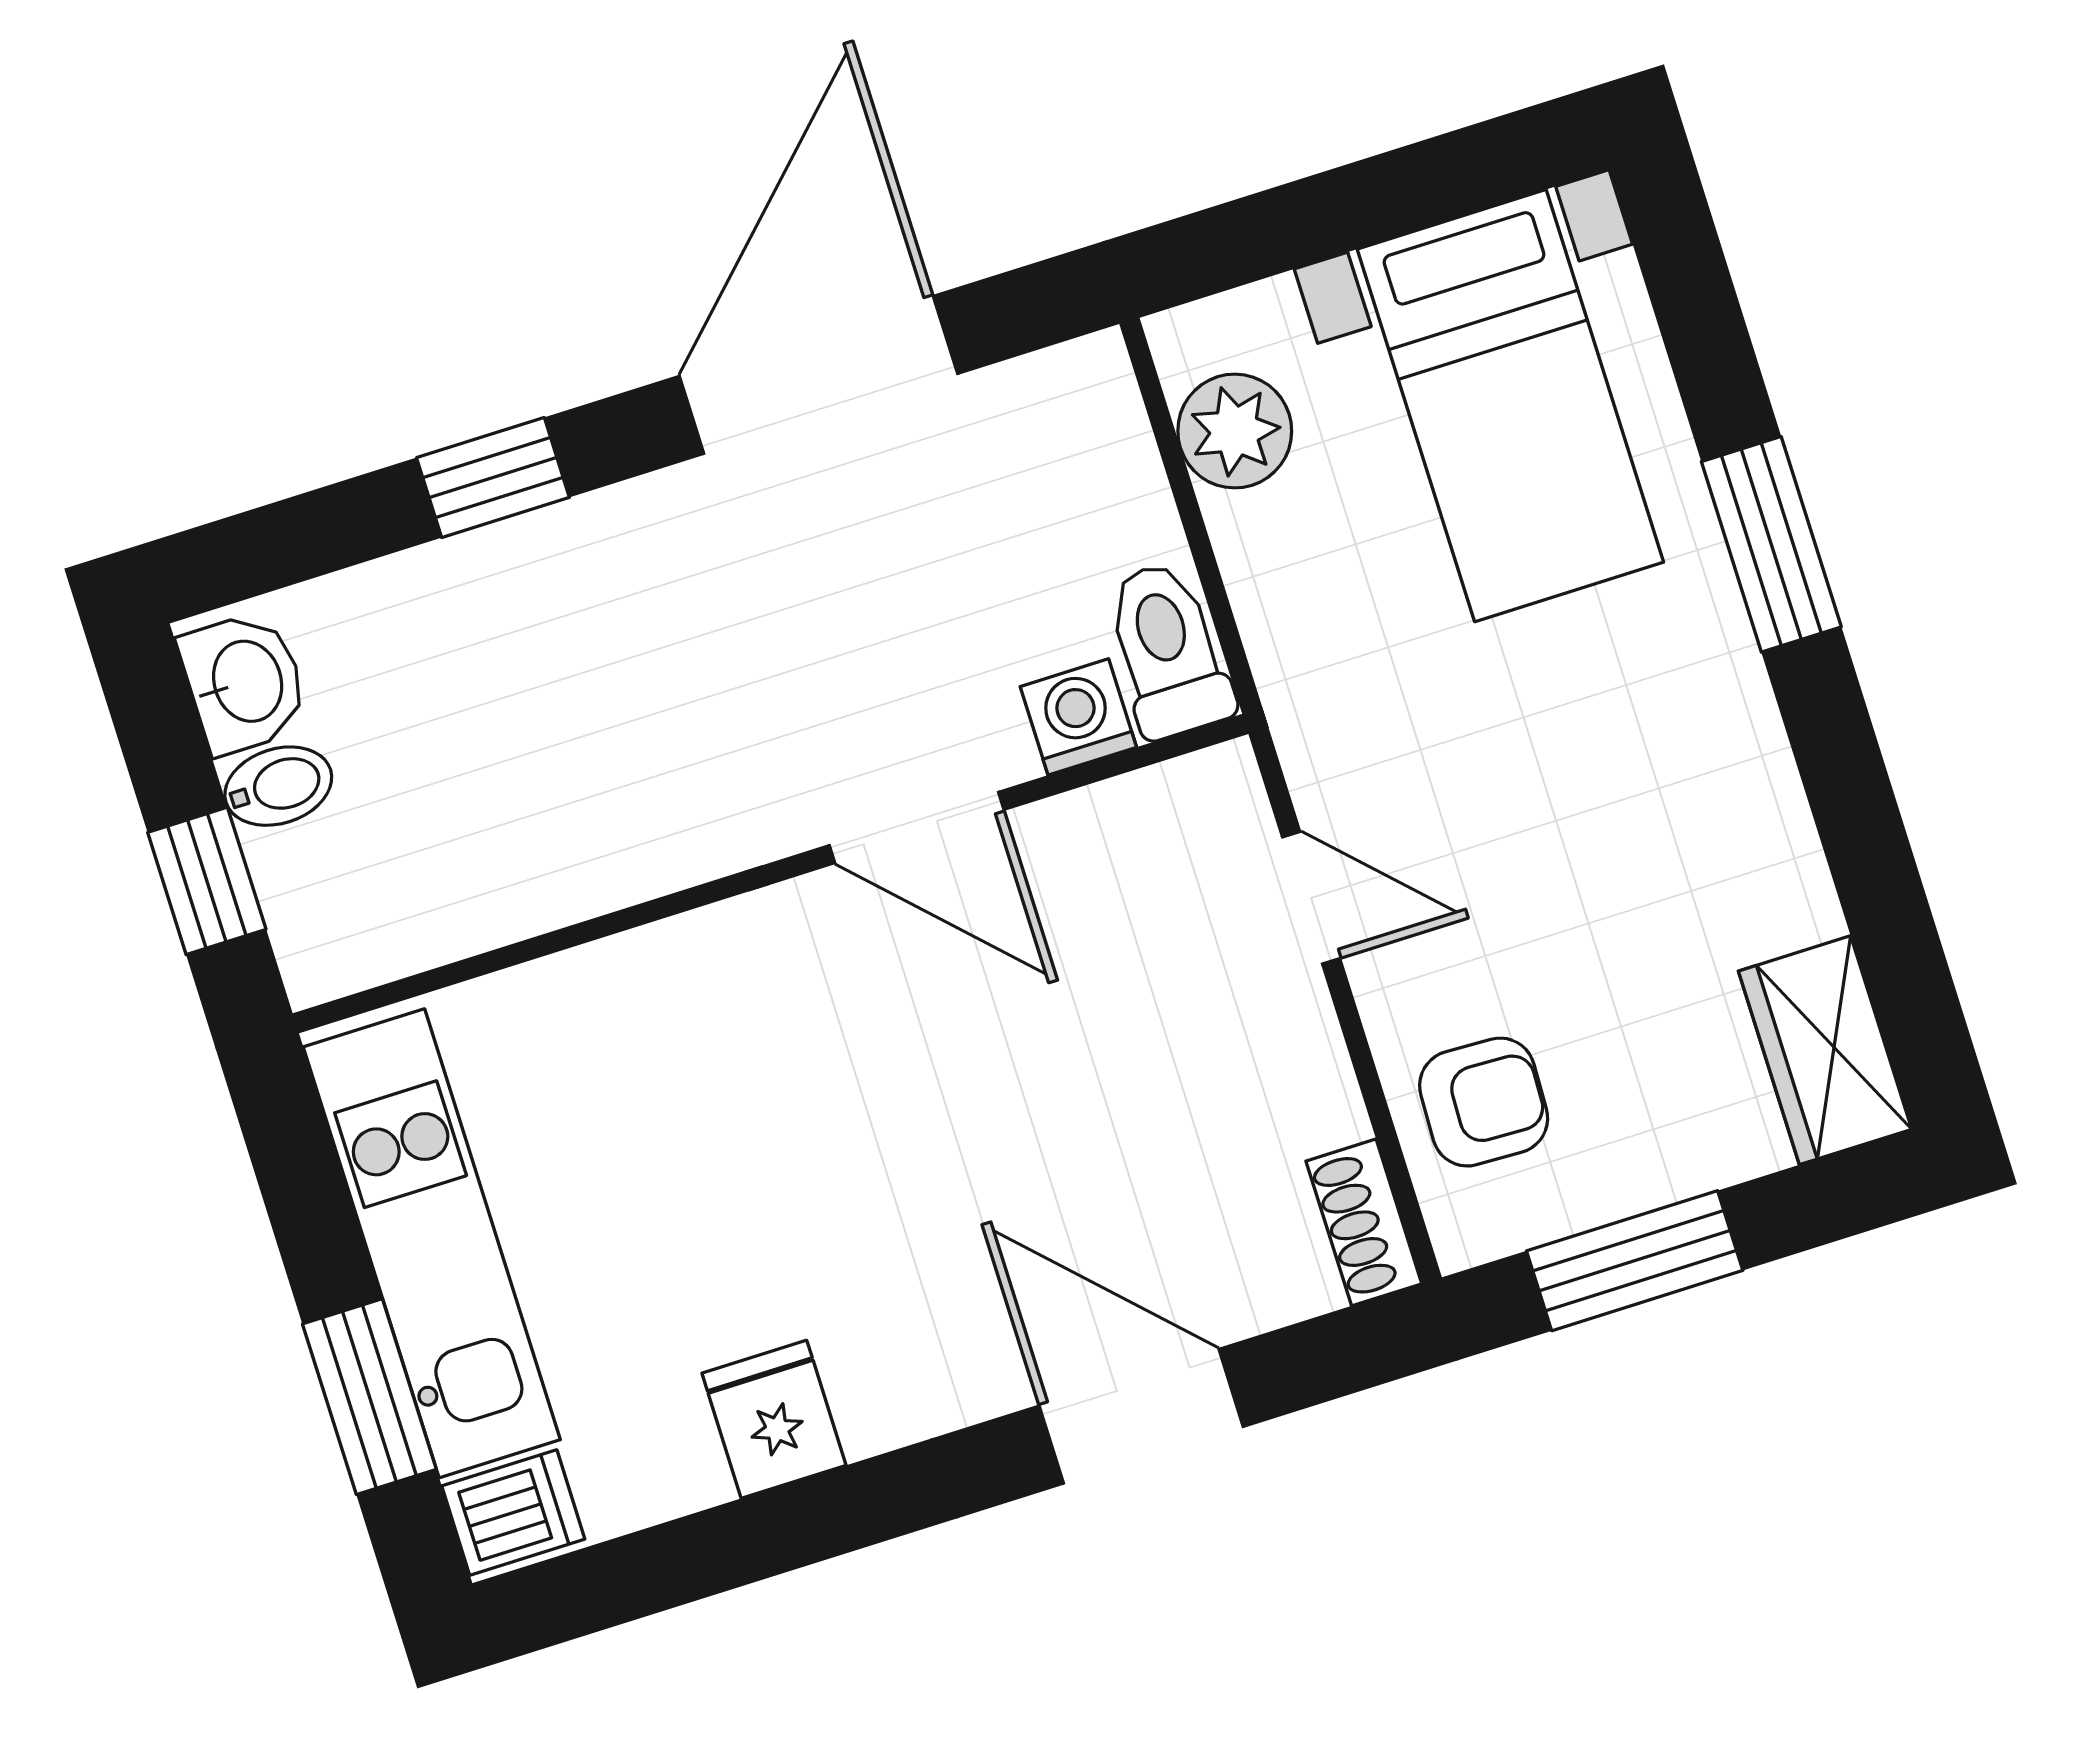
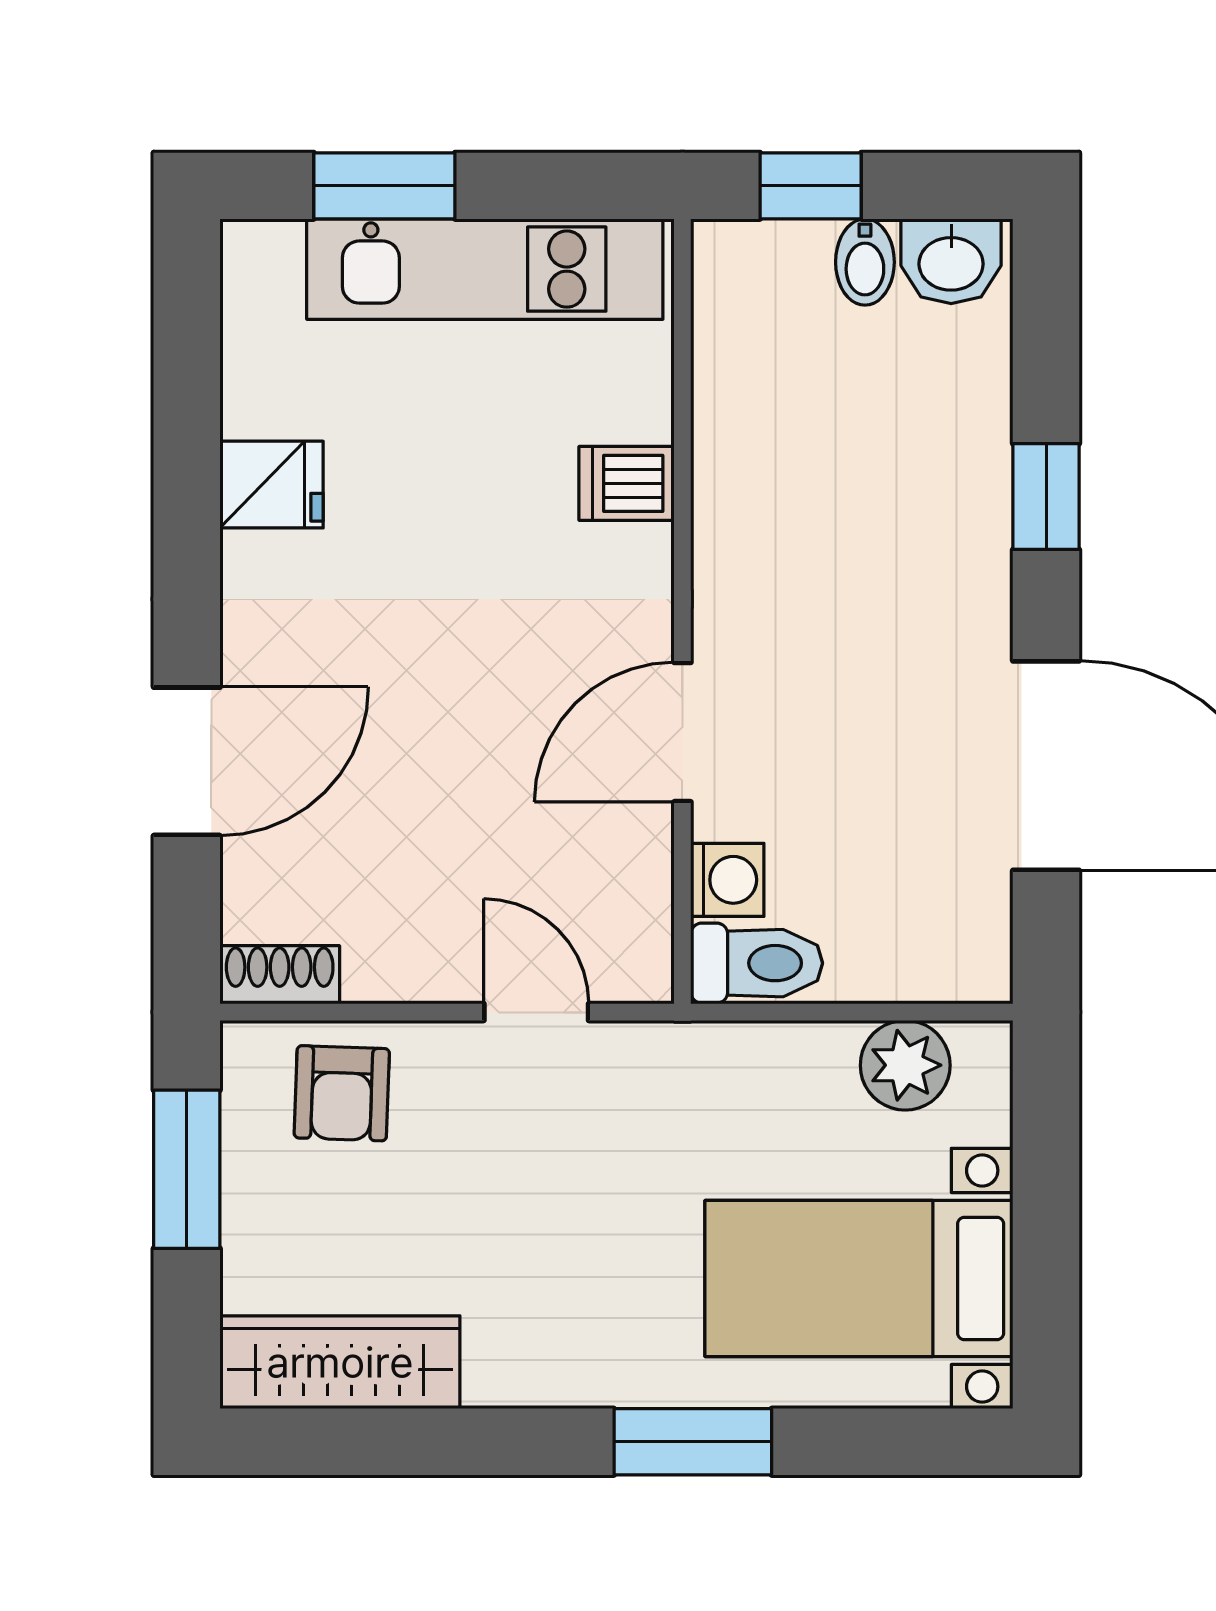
door: (1311, 898) -> (536, 1012), swing flipped
wardrobe: (1825, 1050) -> (340, 1362), width x1.50
dishwasher: (513, 1513) -> (627, 483), moved, turned 90

